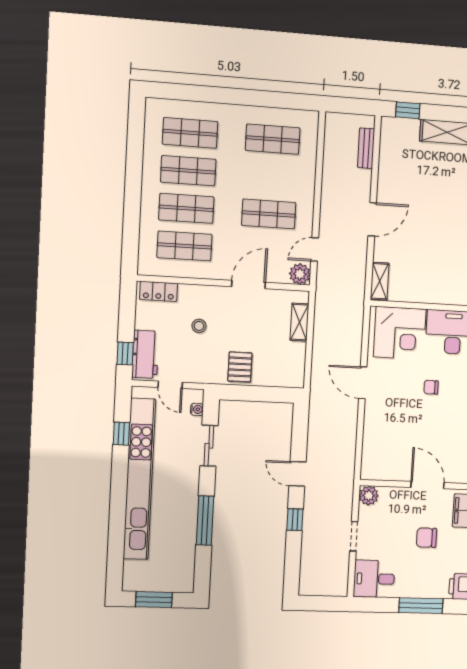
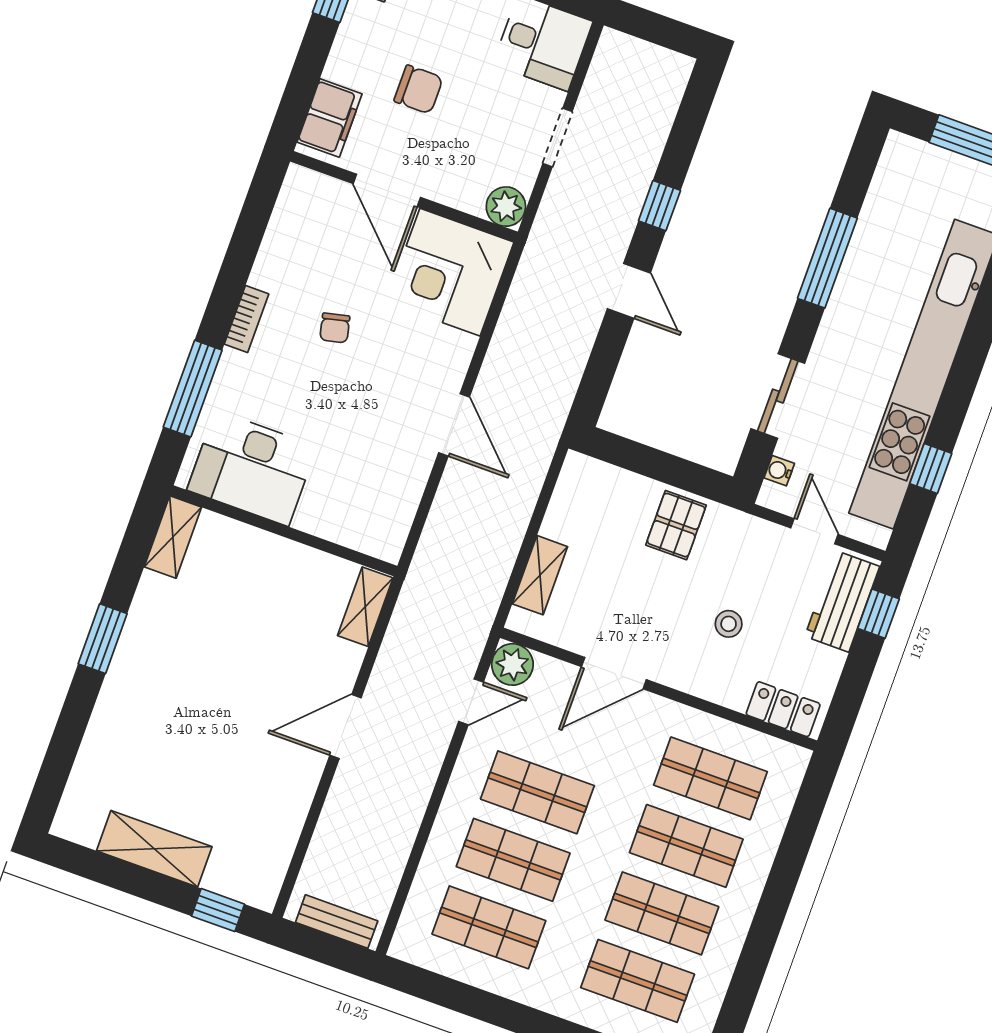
bench: (366, 148) -> (337, 922), moved, turned 90
shop shelf: (271, 177) -> (513, 860), added
corner desk: (400, 333) -> (450, 272), moved, turned -90
chair: (431, 387) -> (335, 328), moved, turned 77

